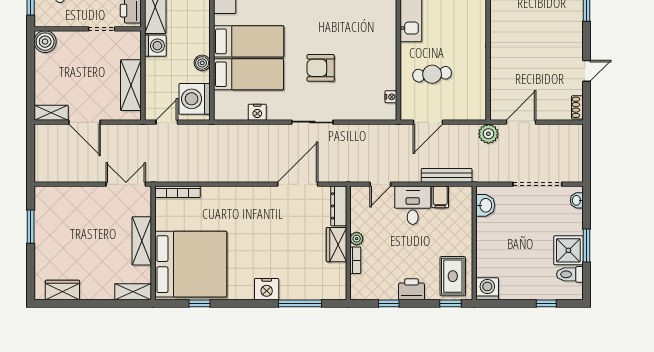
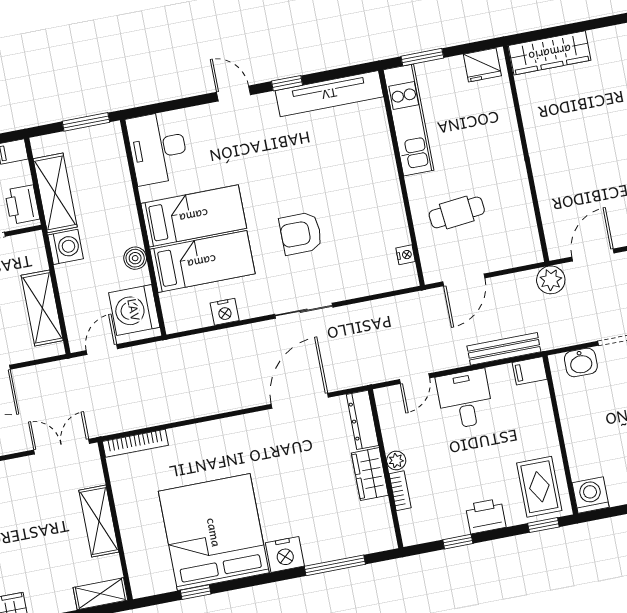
filing cabinet: (440, 197) -> (530, 371), moved, turned 90
washbasin: (485, 205) -> (581, 362), moved, turned 90
bed: (191, 264) -> (214, 532), moved, turned -90

